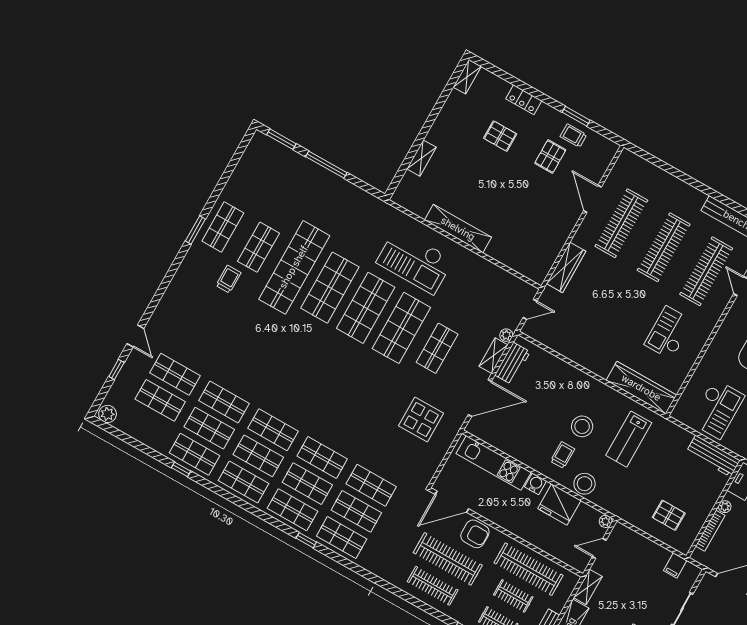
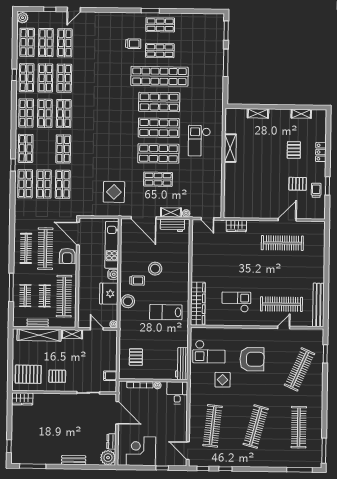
shelving: (467, 77) -> (301, 114), moved
shelving: (458, 229) -> (230, 148), width x0.68
clothes rail: (664, 247) -> (282, 274), removed
checkout: (415, 261) -> (199, 141), width x0.73, depth x0.83
wardrobe: (566, 267) -> (236, 226), width x0.67
stool: (582, 426) -> (155, 269), moved
shop shelf: (307, 484) -> (27, 42), moved

